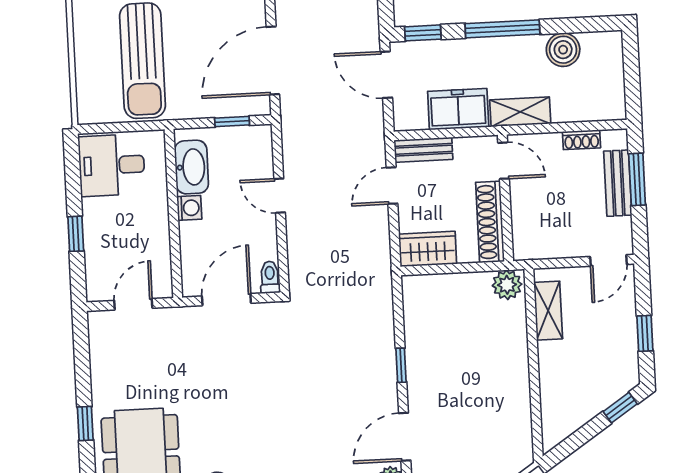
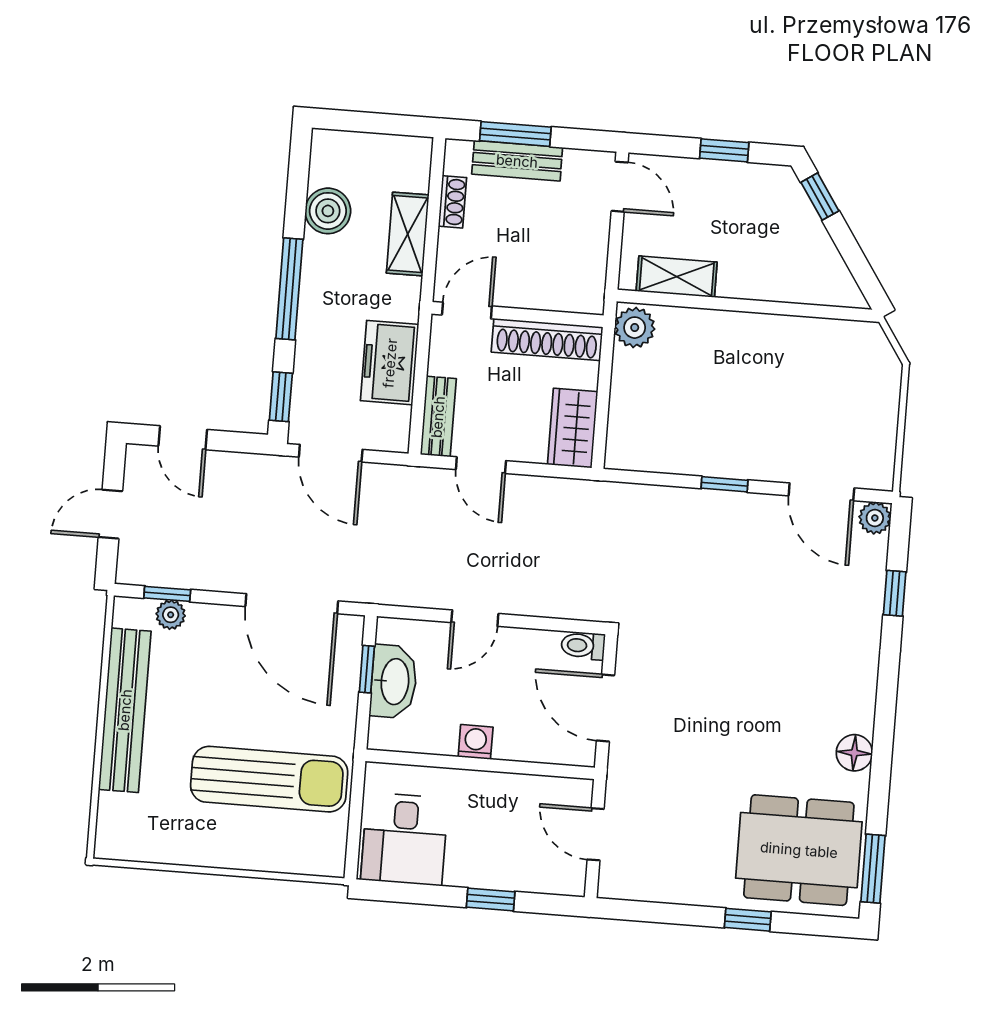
door: (386, 75) -> (331, 453), hinge flipped
shelving: (520, 112) -> (408, 234), moved
washbasin: (191, 167) -> (394, 681), moved, turned 90

